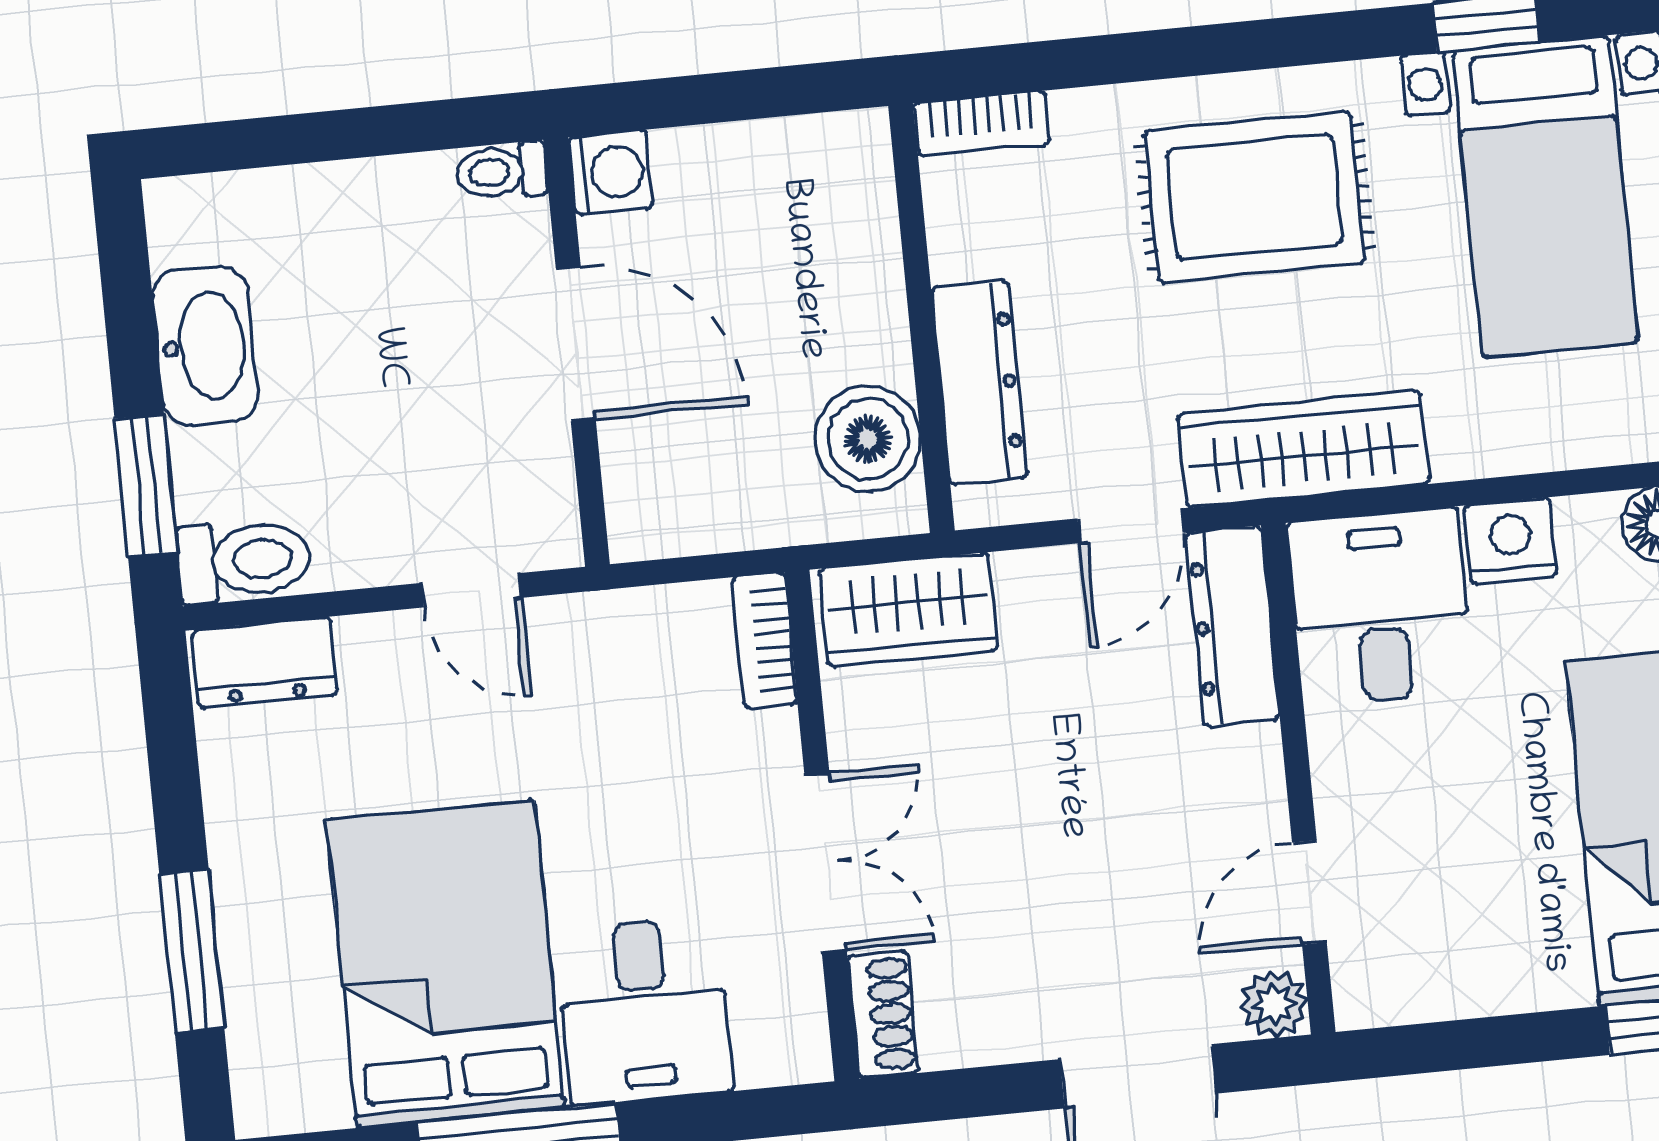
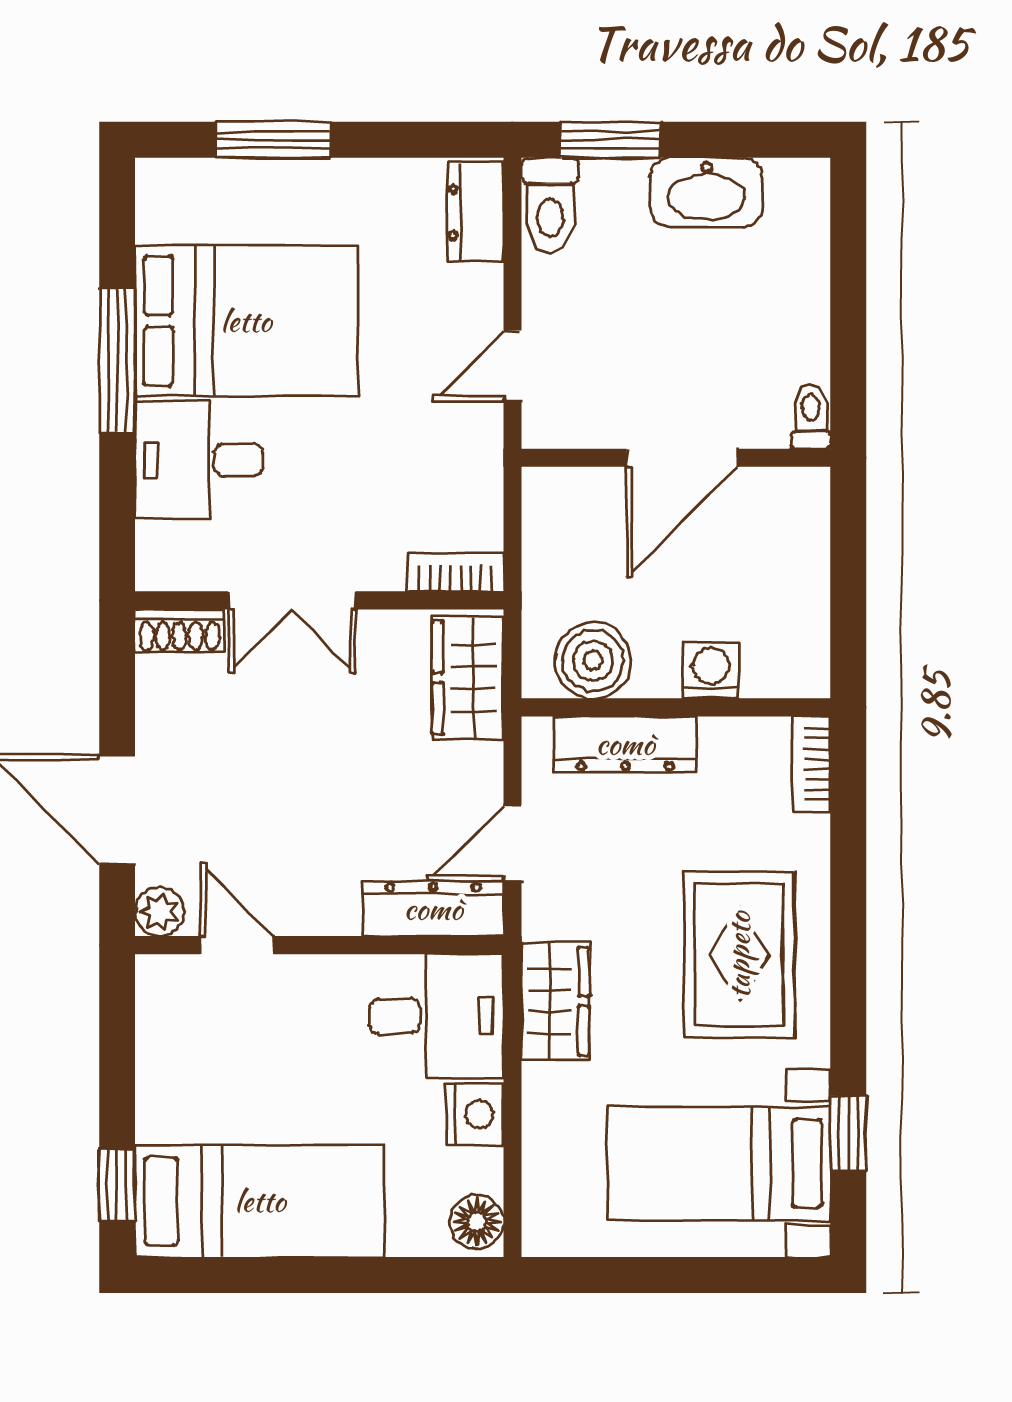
washing machine: (611, 172) -> (711, 670), moved, turned 180
wardrobe: (1303, 449) -> (555, 1001), width x0.67
door: (1131, 526) -> (512, 843), hinge flipped

